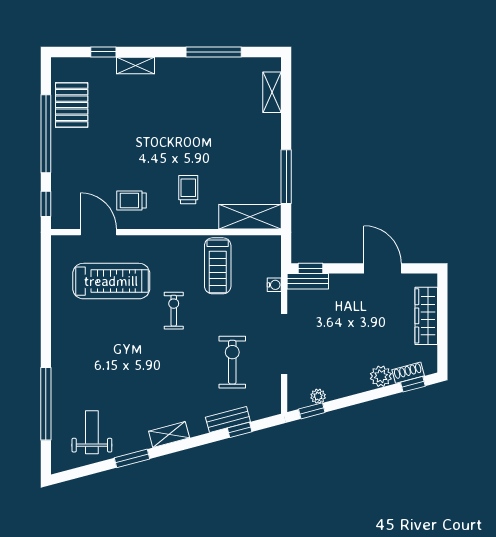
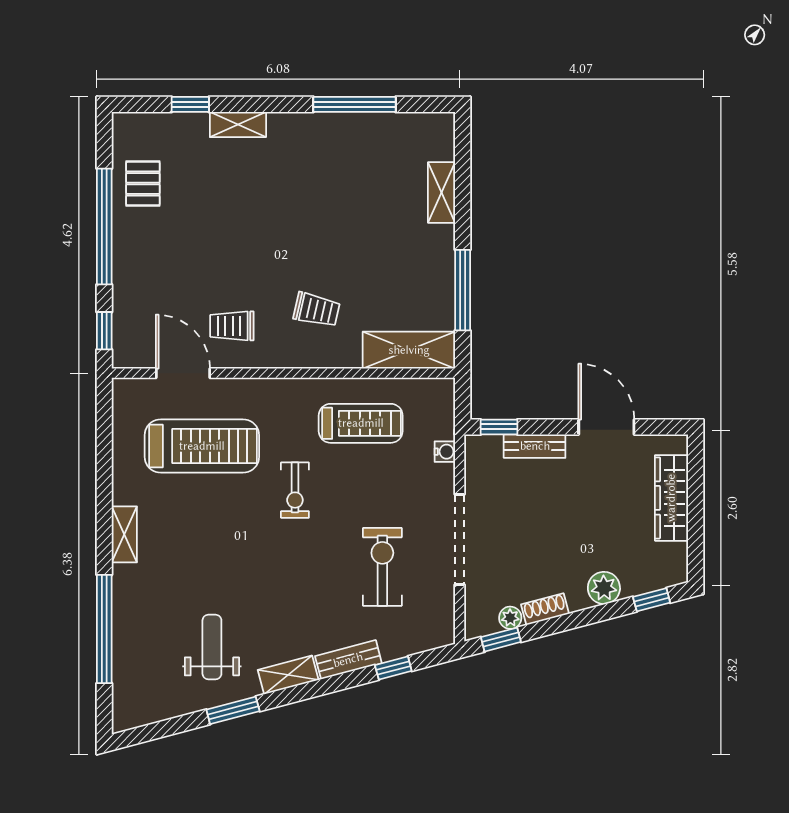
shelving: (272, 92) -> (441, 192), moved
pallet: (72, 105) -> (143, 184), width x0.67, depth x0.71
trolley: (188, 190) -> (317, 310), turned 103
treadmill: (218, 266) -> (361, 423), turned -90
bench: (308, 281) -> (535, 446), moved
exercise bike: (174, 311) -> (295, 490), turned 180
shelving: (59, 340) -> (124, 534), added
shoe rack: (408, 373) -> (545, 609), moved
bench: (228, 419) -> (348, 660), moved
weight bench: (92, 432) -> (212, 647), moved

